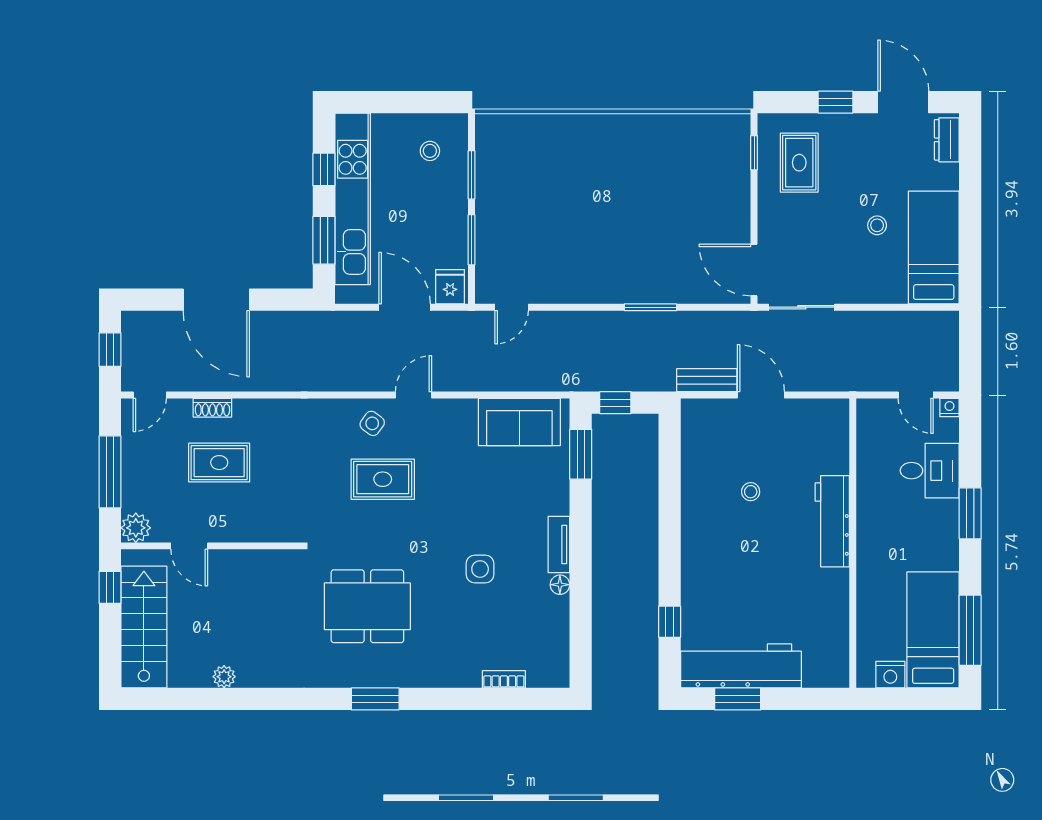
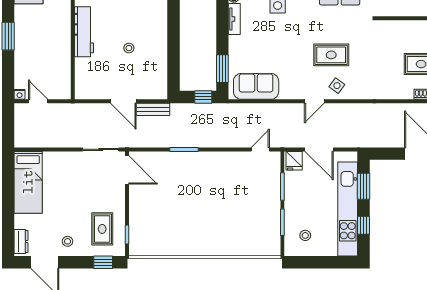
window: (835, 102) -> (103, 262), moved
stool: (877, 225) -> (68, 241), moved
desk: (930, 471) -> (30, 60), removed

